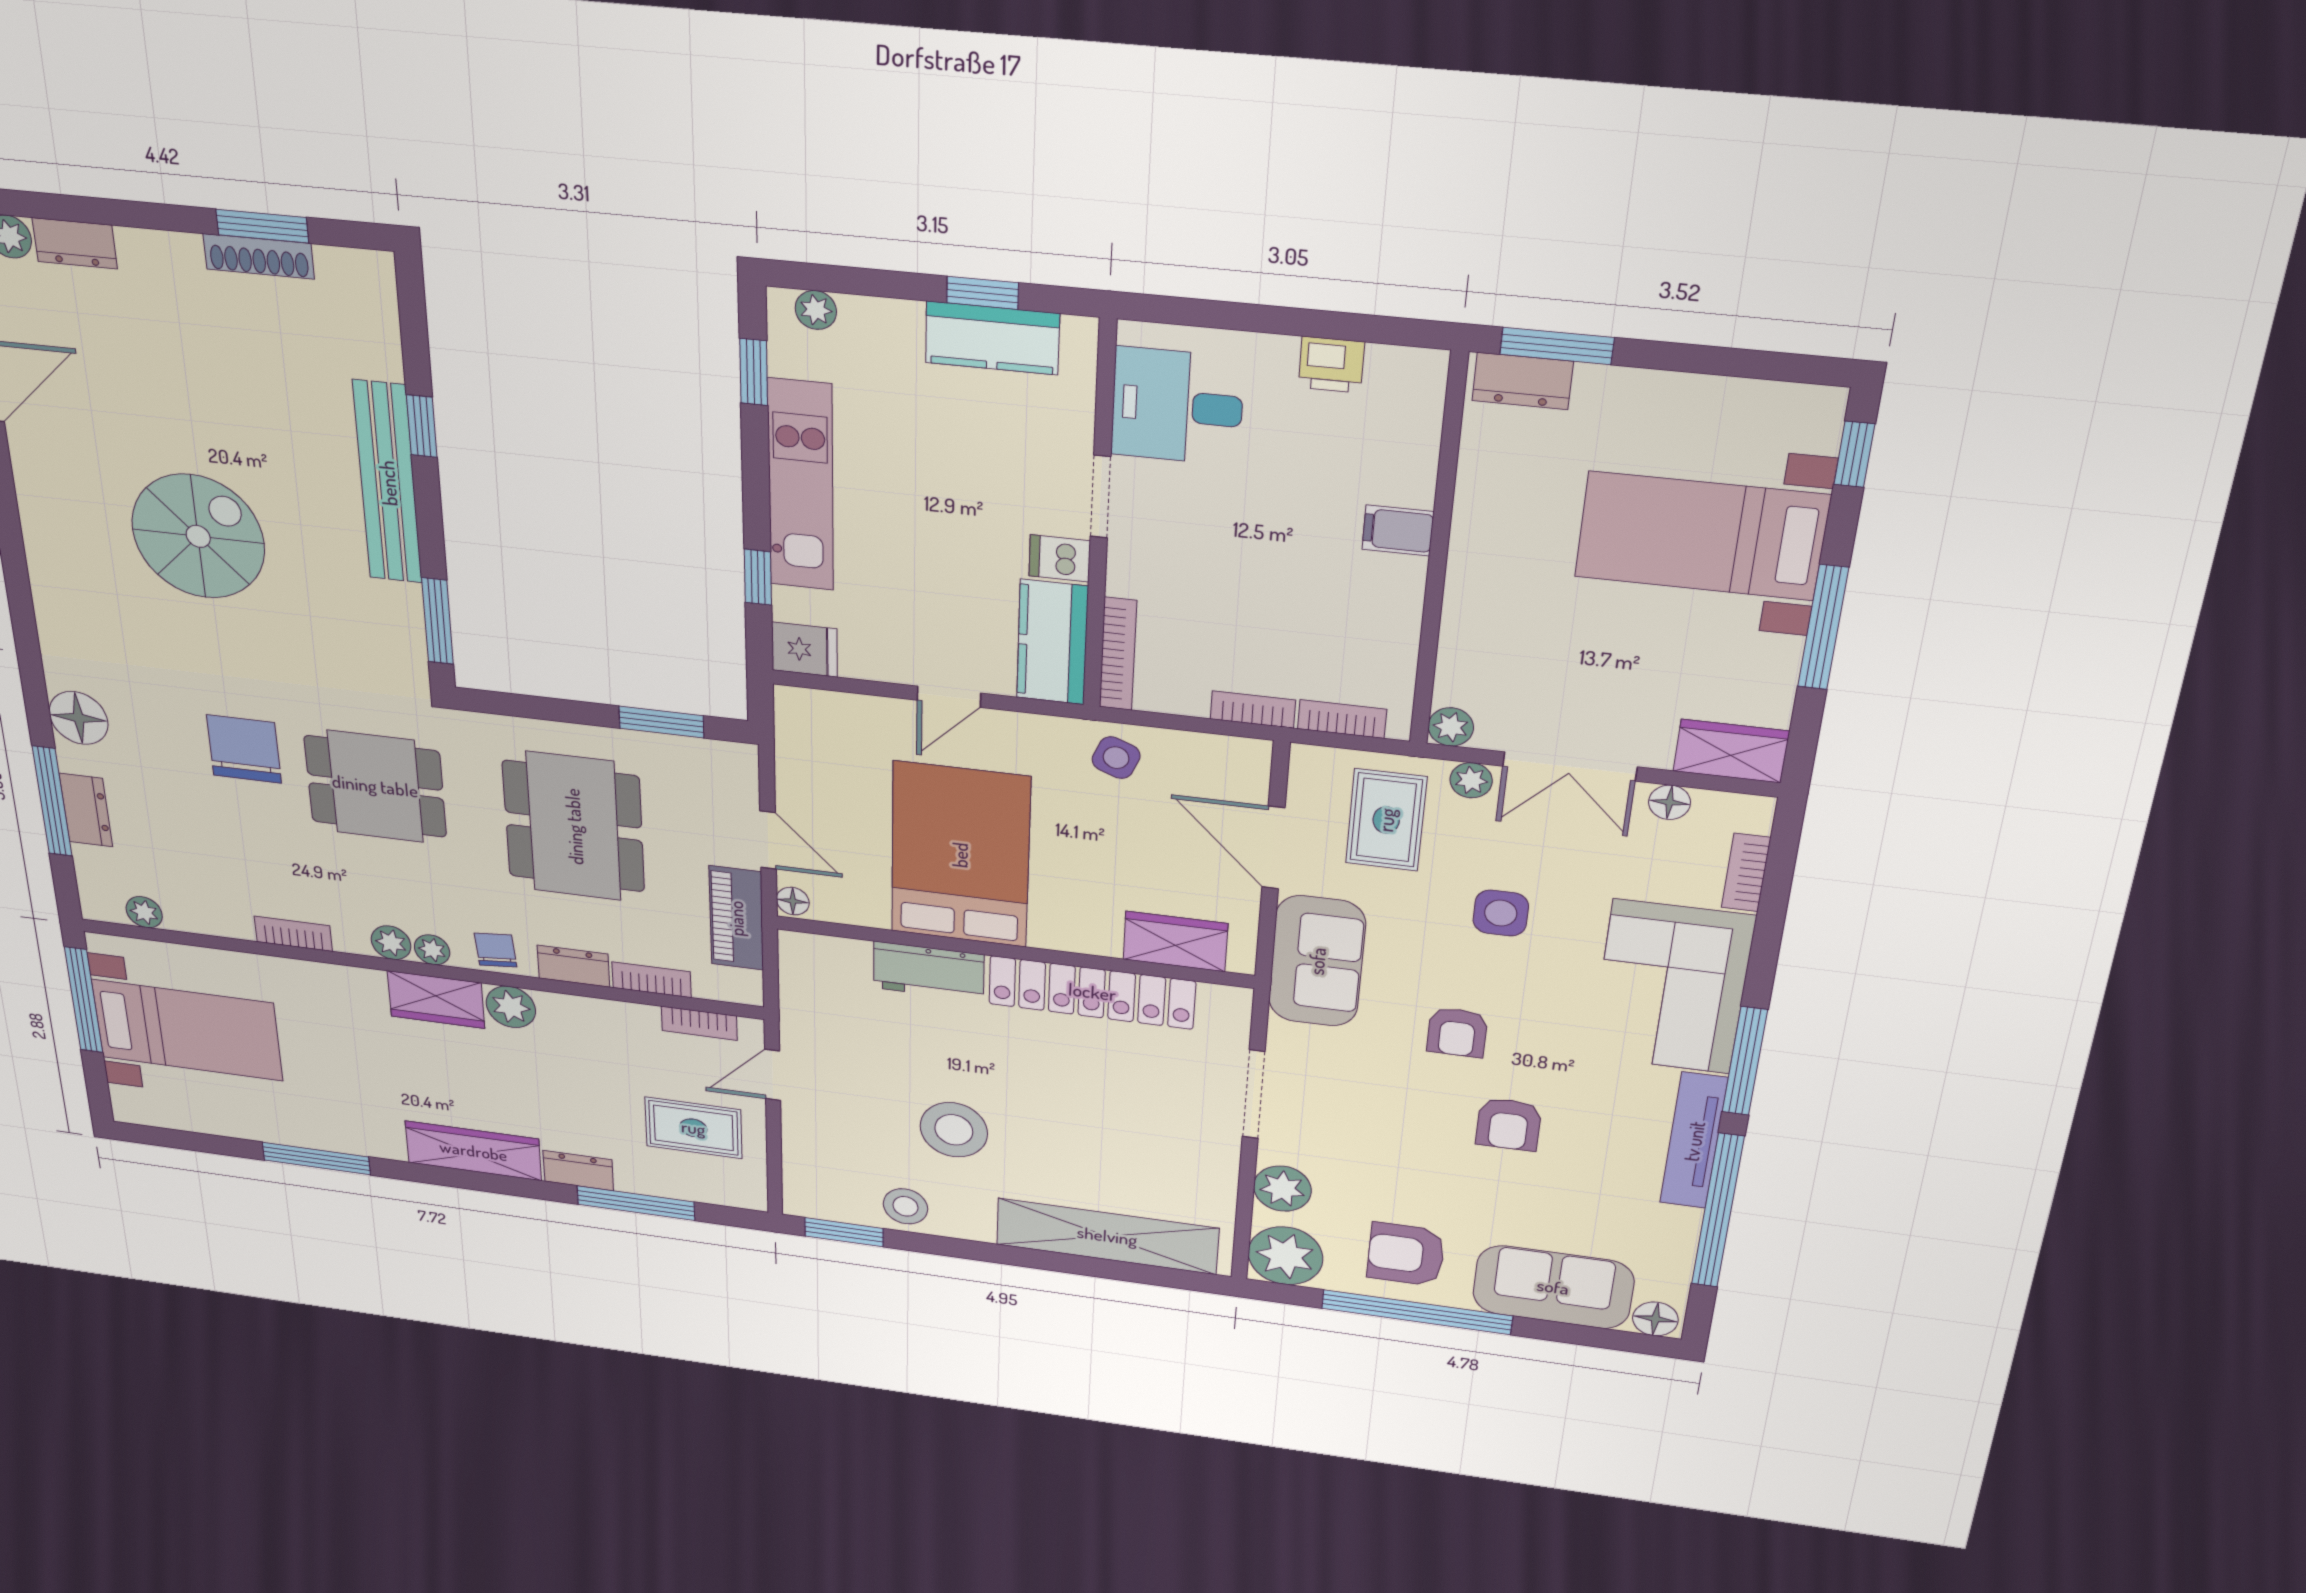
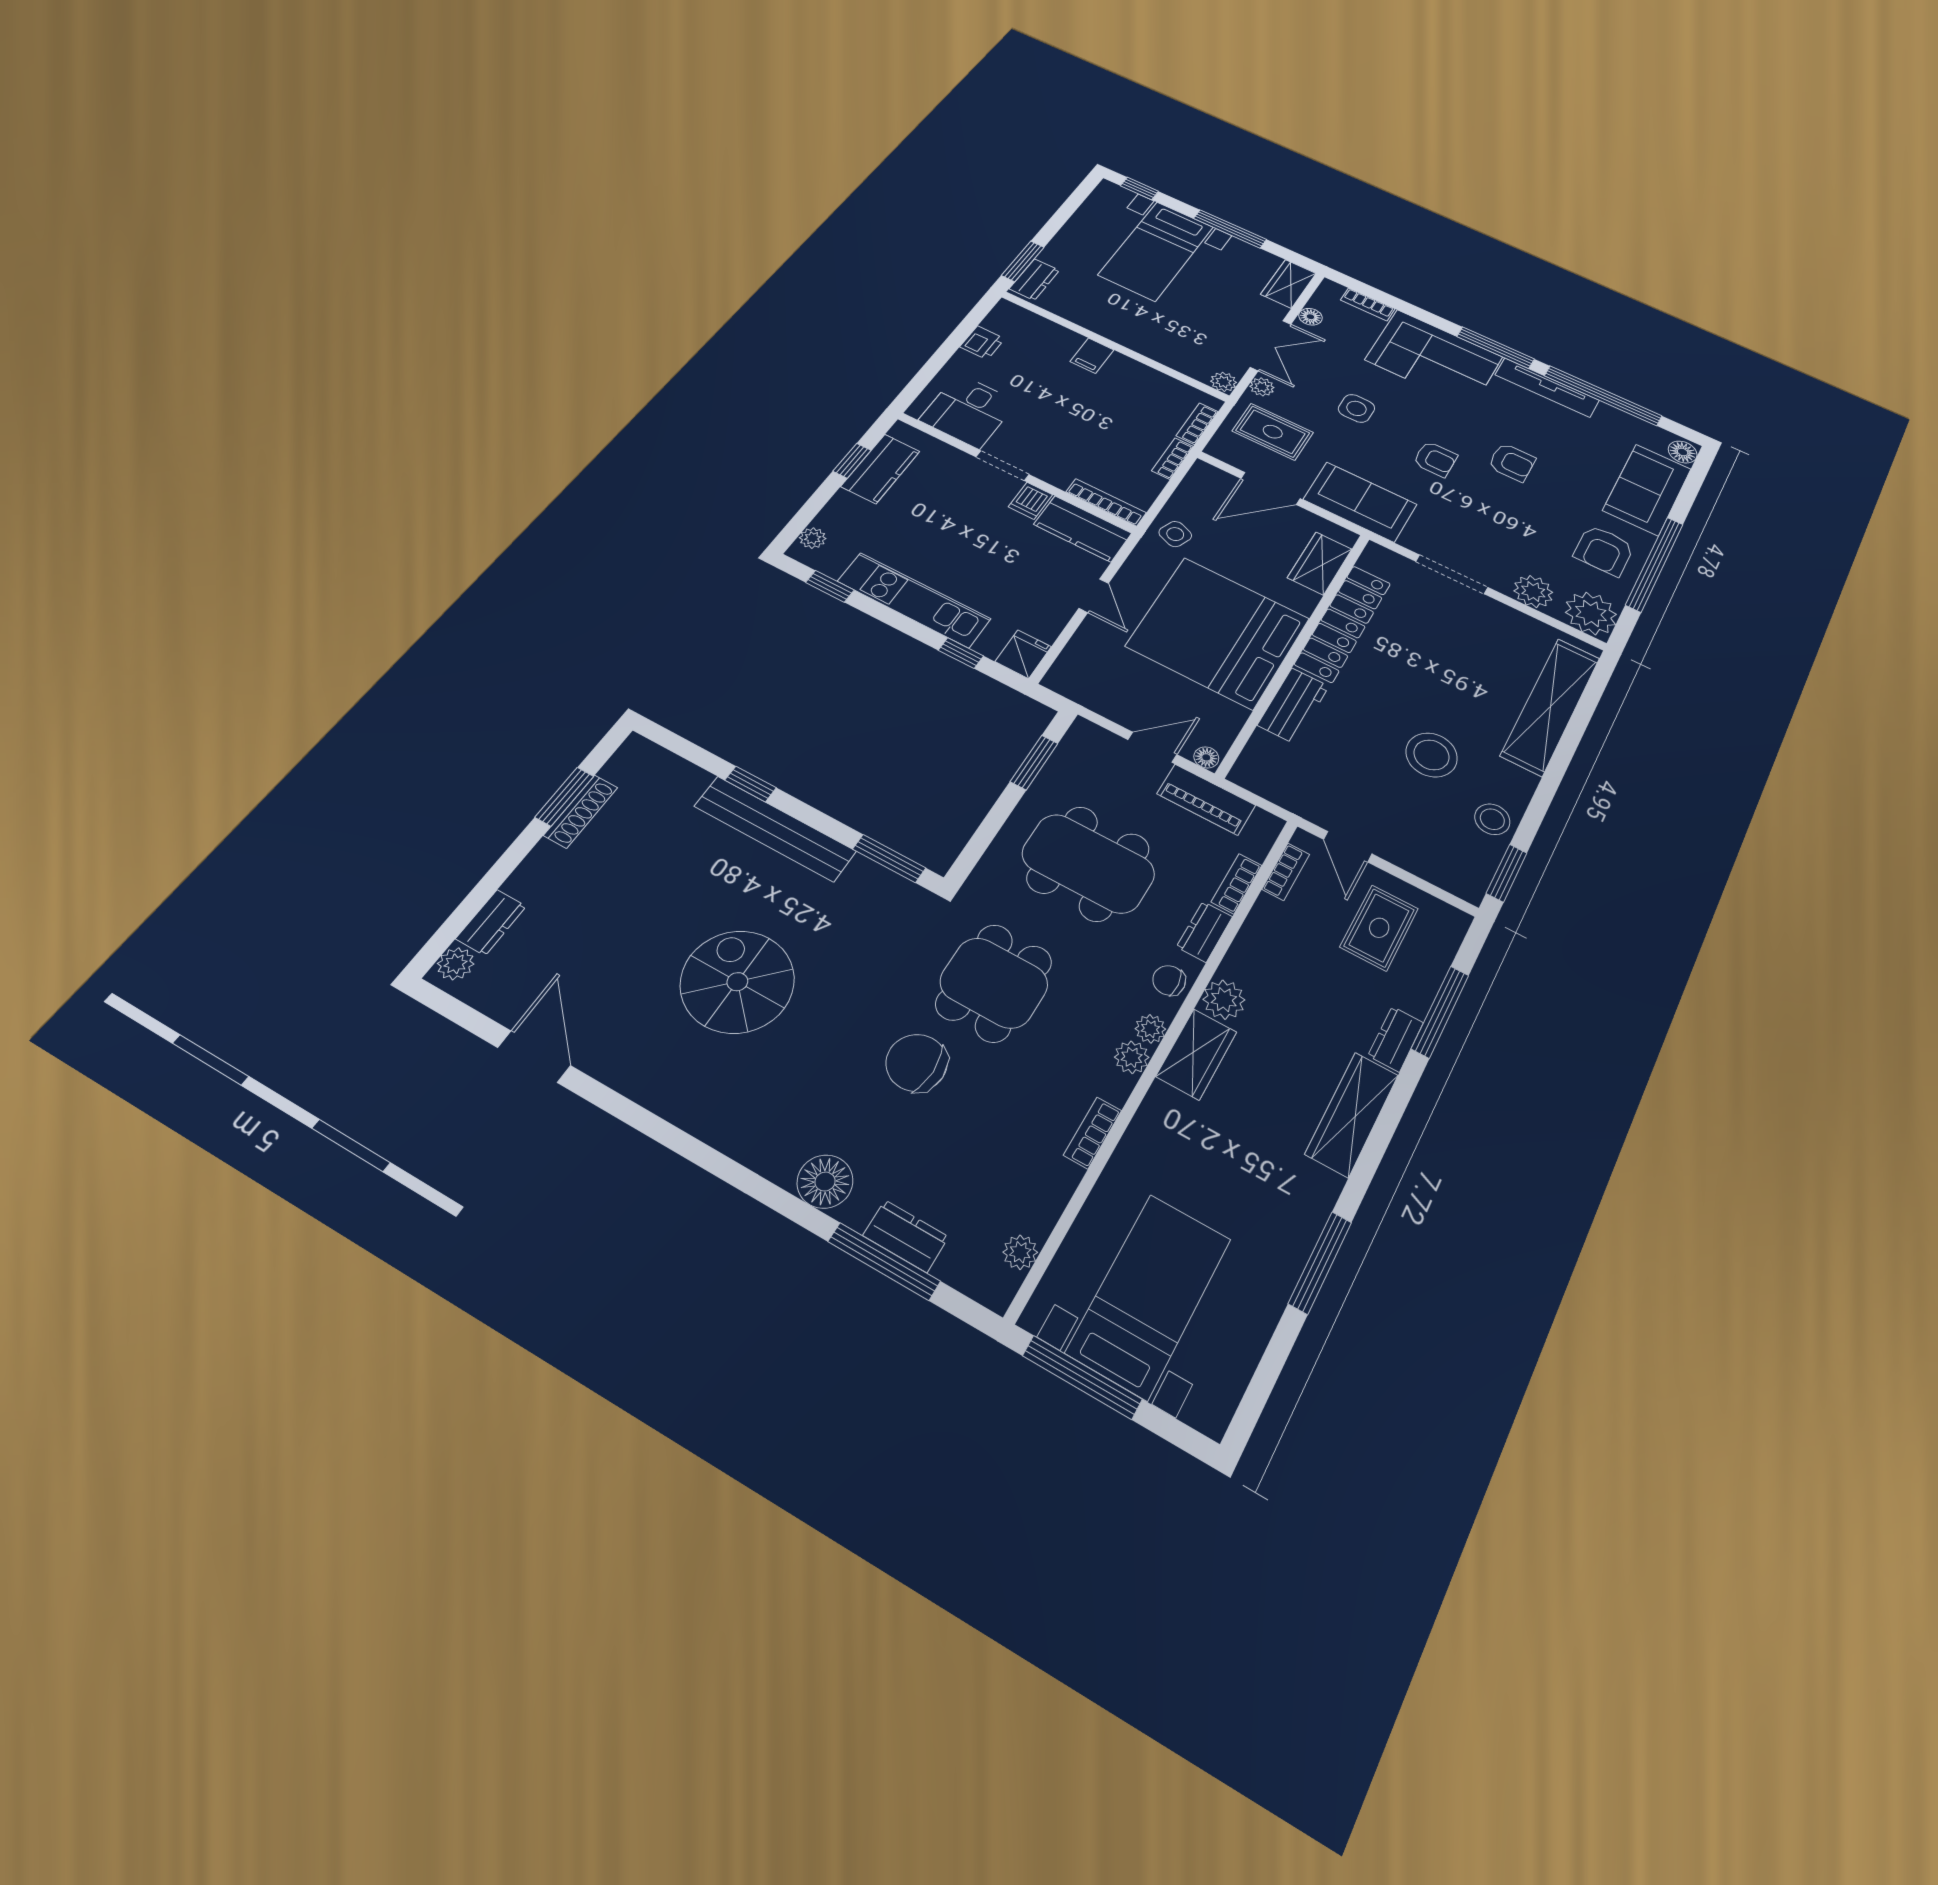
bed: (960, 855) -> (1218, 632), width x1.36

